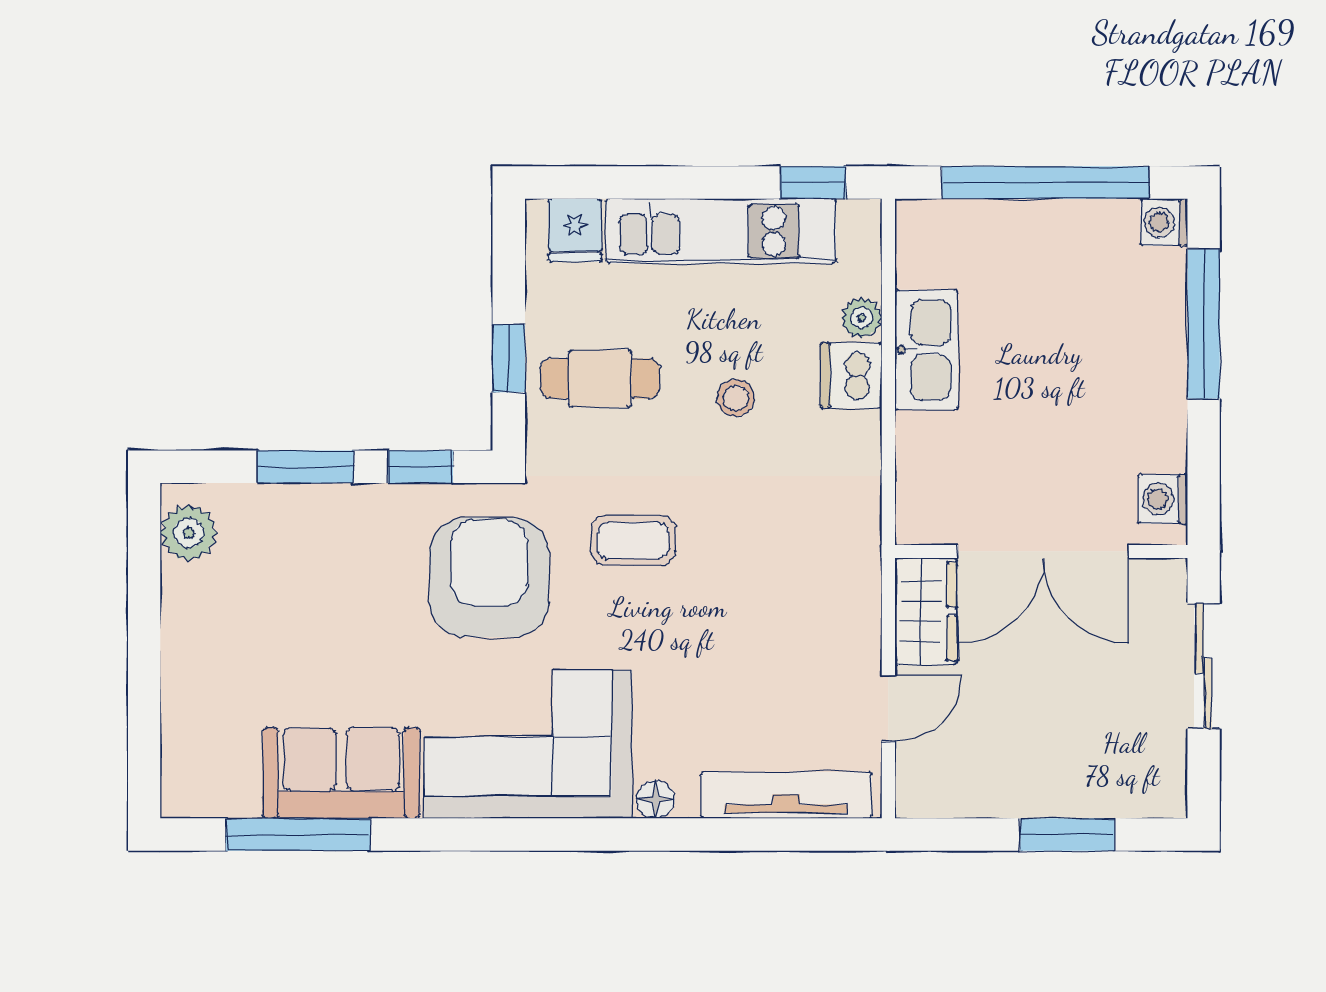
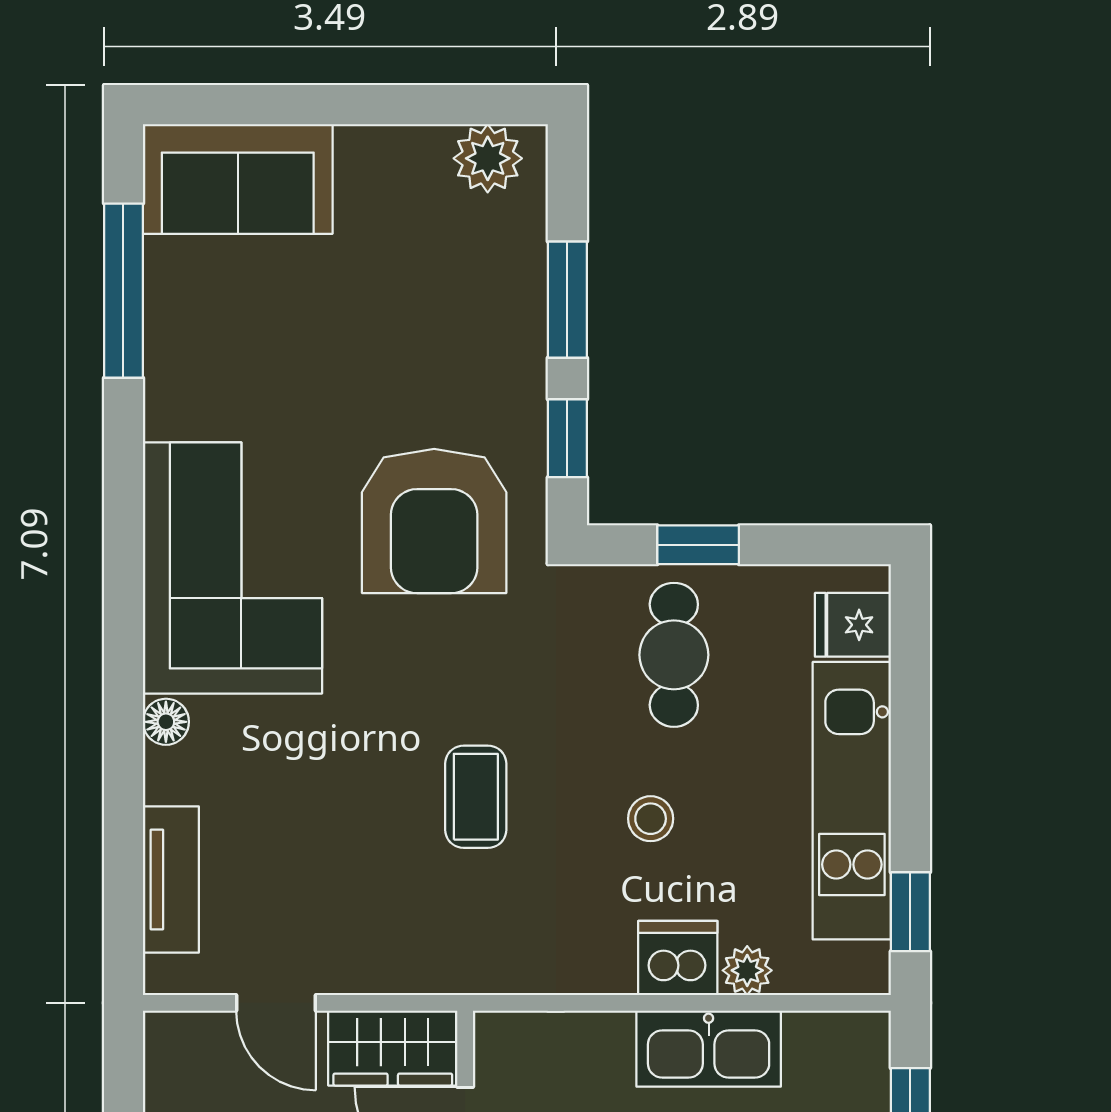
coffee table: (633, 540) -> (476, 797), moved
armchair: (489, 577) -> (434, 521), turned 90
sofa: (341, 773) -> (238, 179), moved, turned 90
tv unit: (786, 795) -> (171, 879), width x0.71

